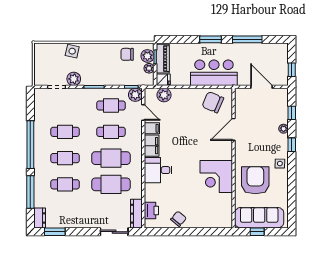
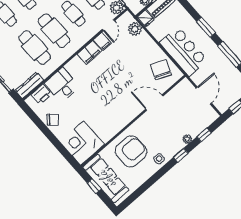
desk: (158, 170) -> (62, 85), moved
corner desk: (216, 176) -> (82, 143), moved

